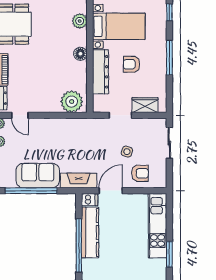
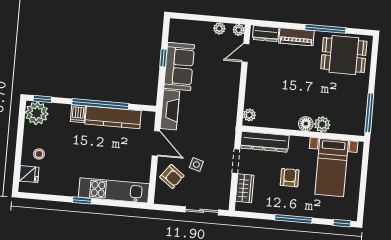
plant: (80, 21) -> (322, 124), moved
dresser: (100, 72) -> (265, 142), moved
plant: (72, 102) -> (249, 115), width x0.53, depth x0.53
armchair: (140, 173) -> (172, 176), turned -53
window: (31, 191) -> (163, 58), width x0.32
dishwasher: (90, 200) -> (78, 114), moved
window: (169, 254) -> (82, 200), width x0.67

